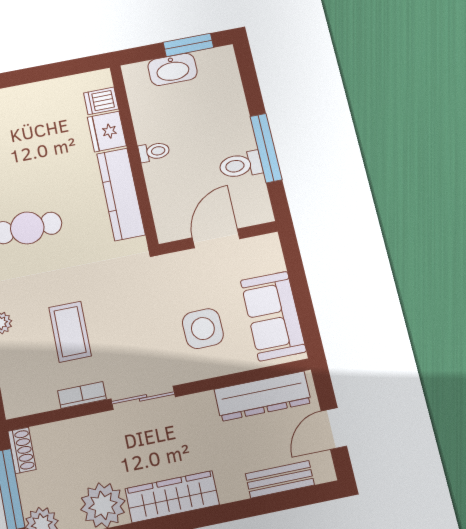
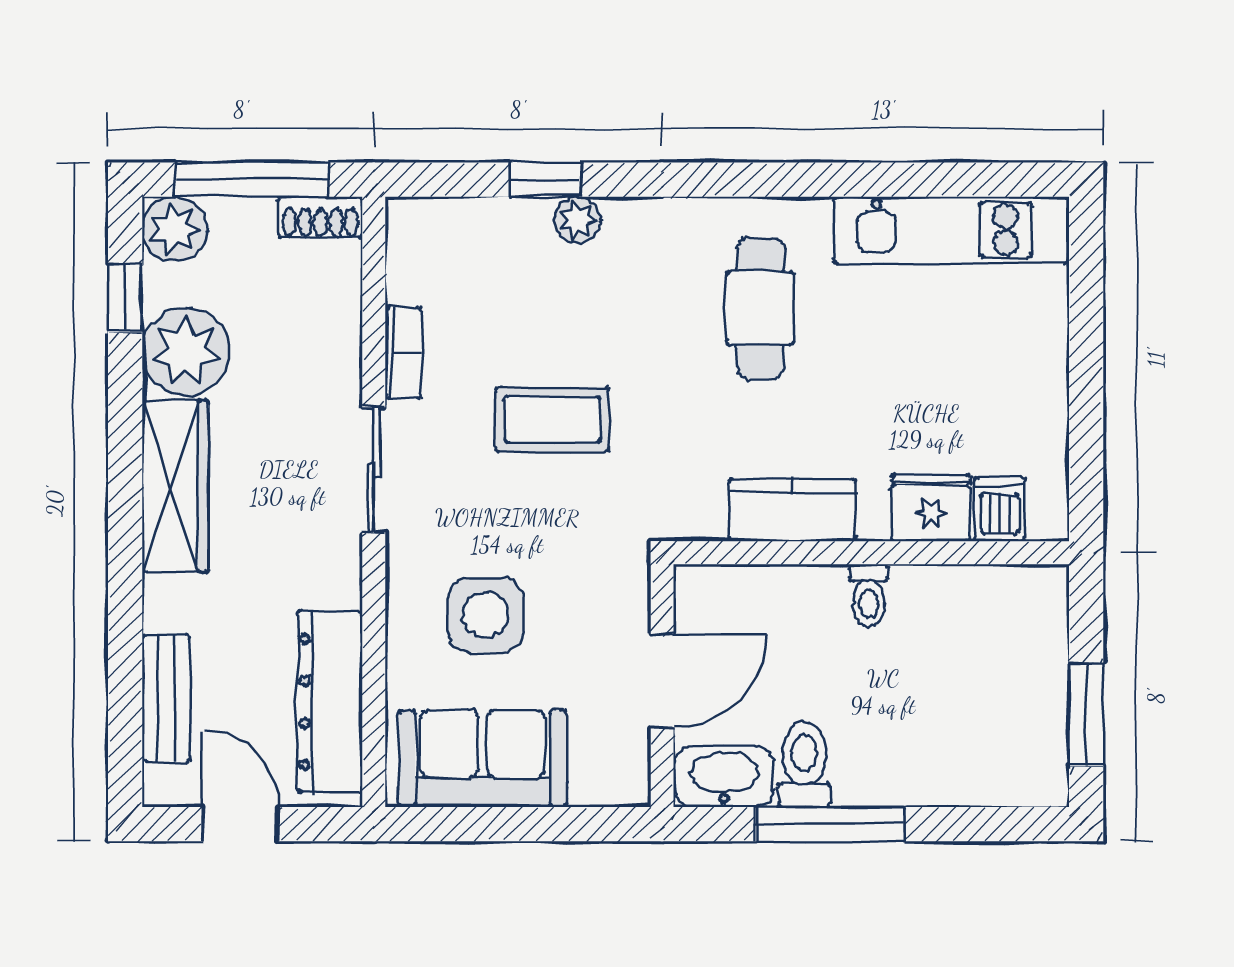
washbasin: (173, 69) -> (724, 777), moved, turned 90
kitchen counter: (121, 194) -> (792, 510), width x0.67
door: (216, 238) -> (662, 681), hinge flipped
coffee table: (70, 332) -> (553, 419), moved

